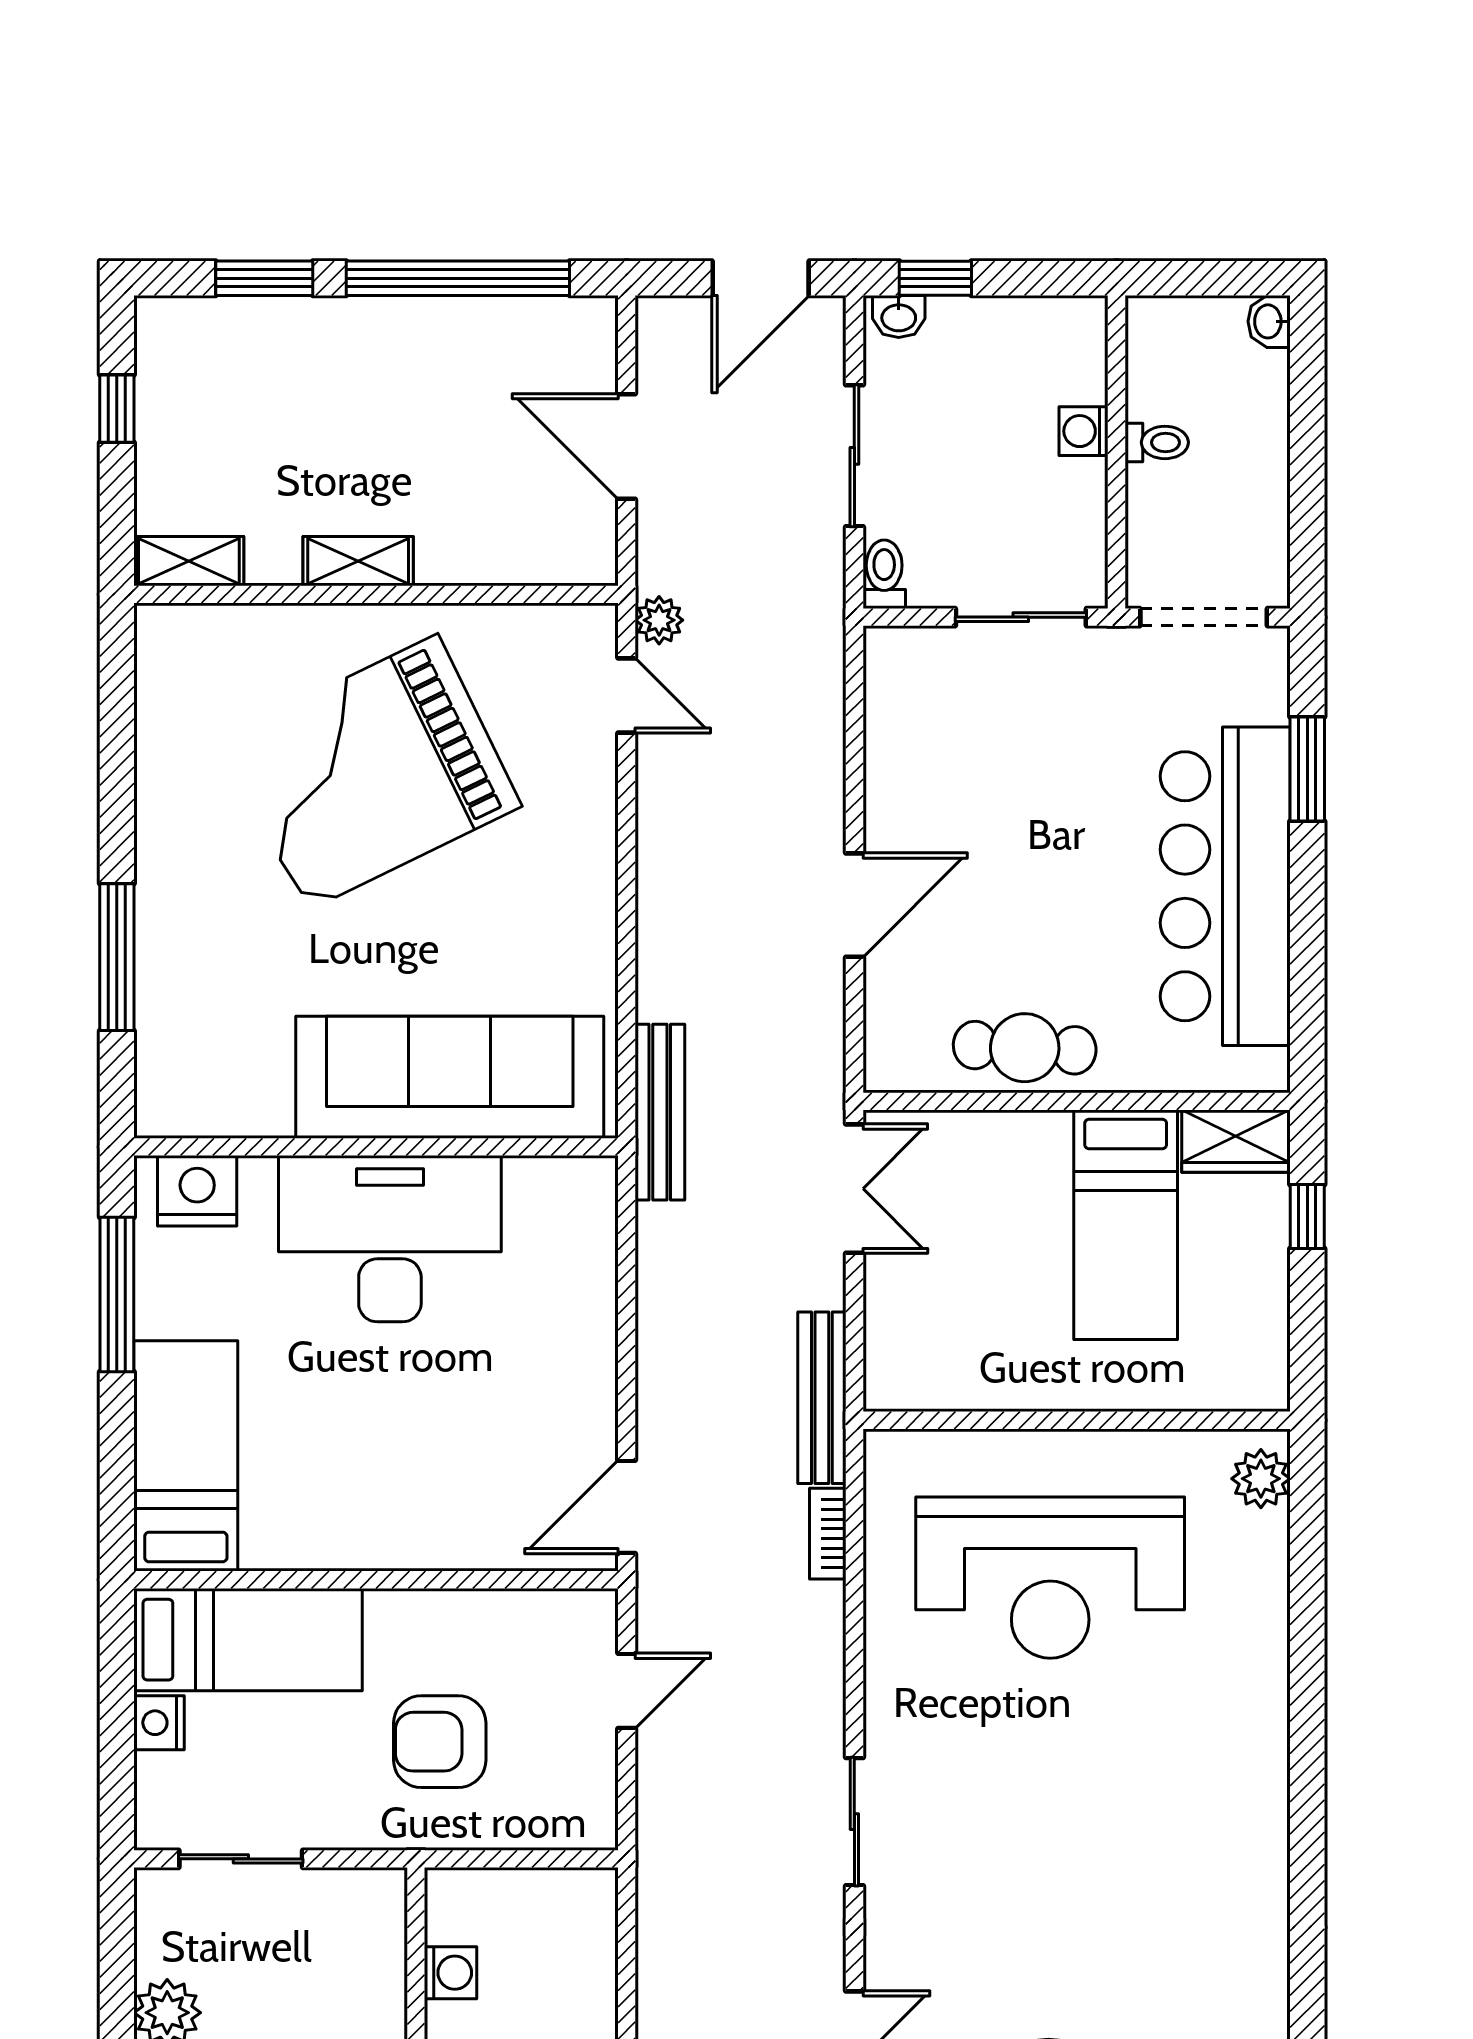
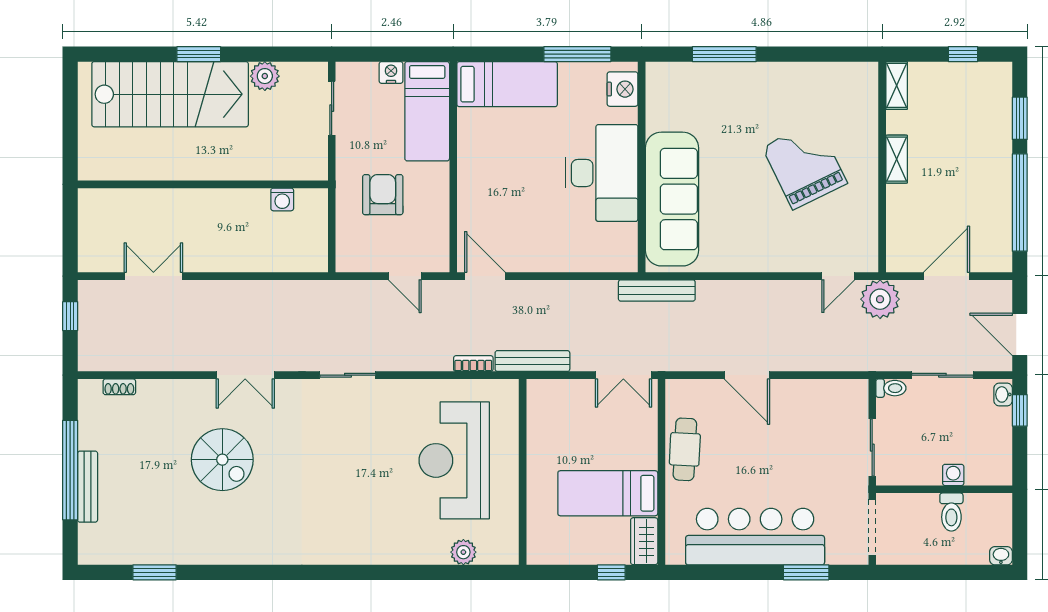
toilet: (1157, 442) -> (951, 512), width x1.37, depth x1.39
plant: (659, 620) -> (880, 299), width x1.88, depth x1.88
grand piano: (372, 773) -> (805, 165), width x0.73, depth x0.68
plant: (1261, 1479) -> (463, 552), moved

